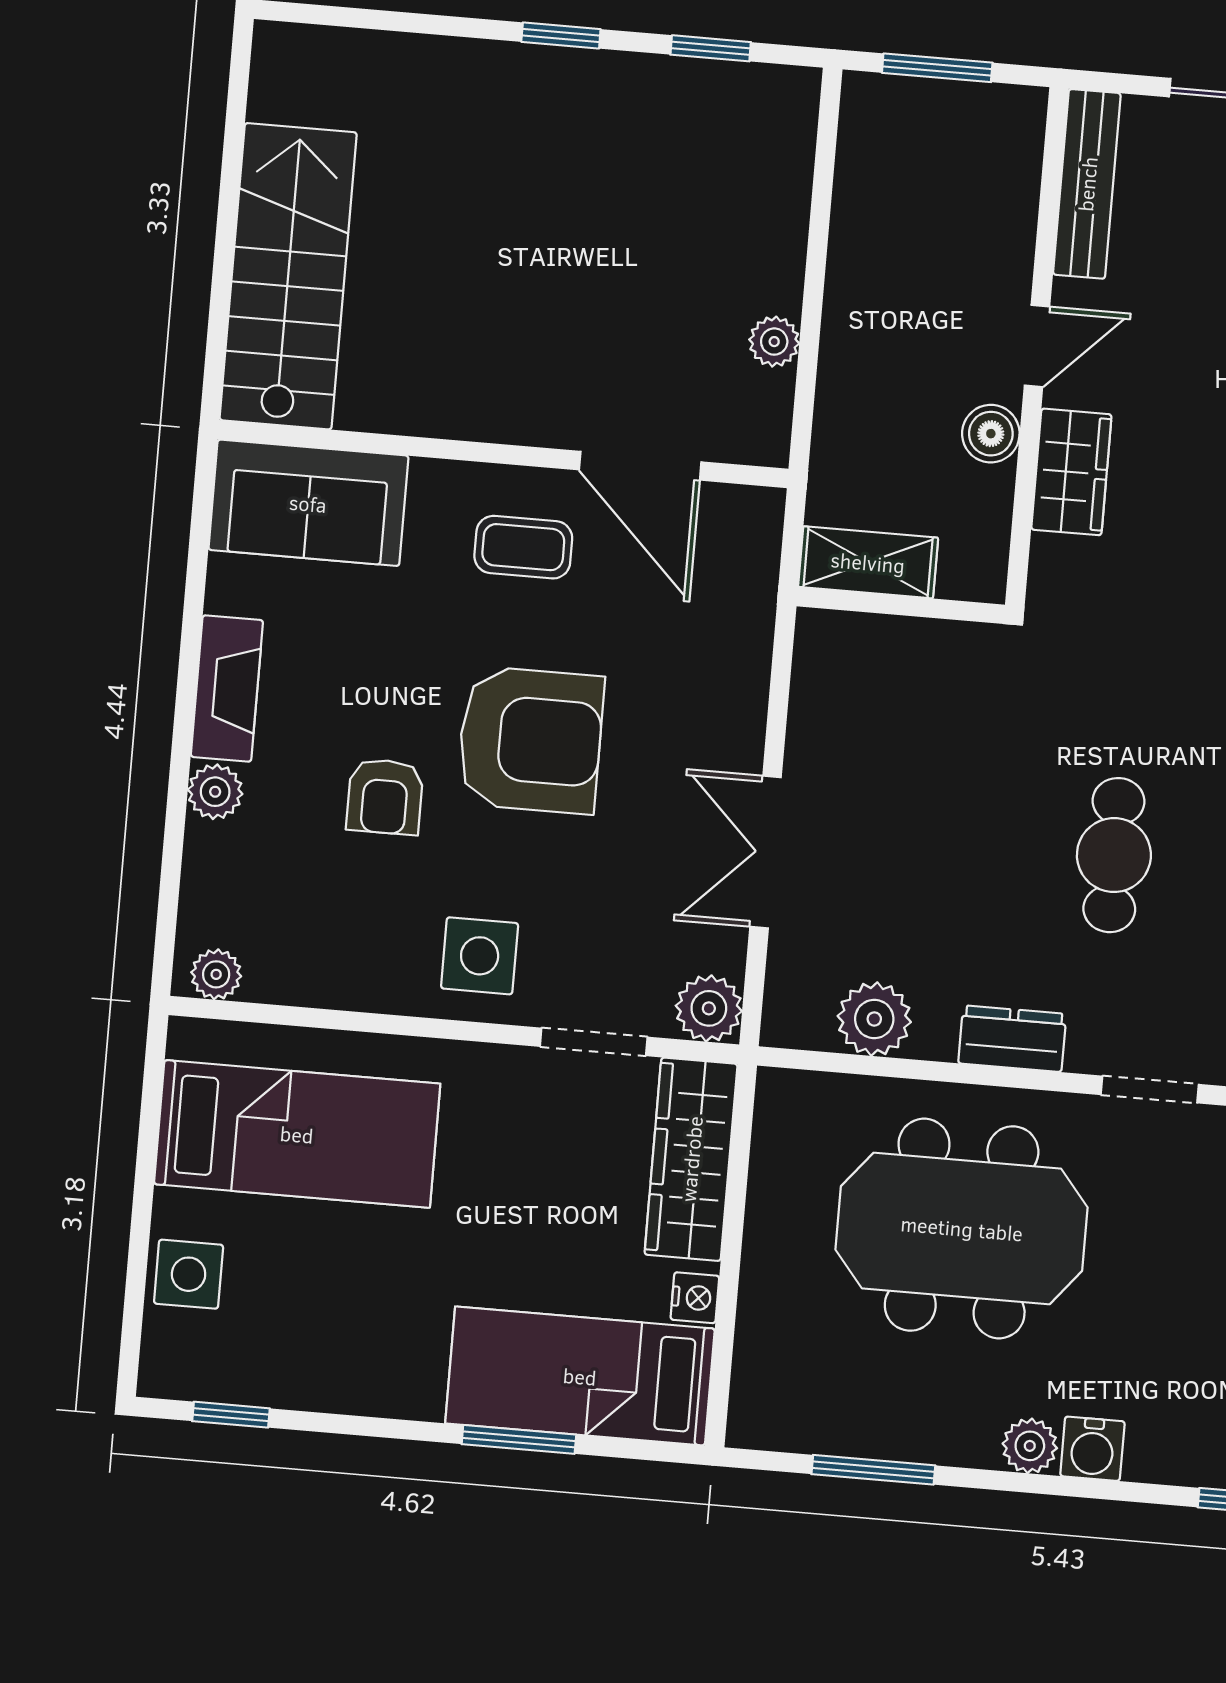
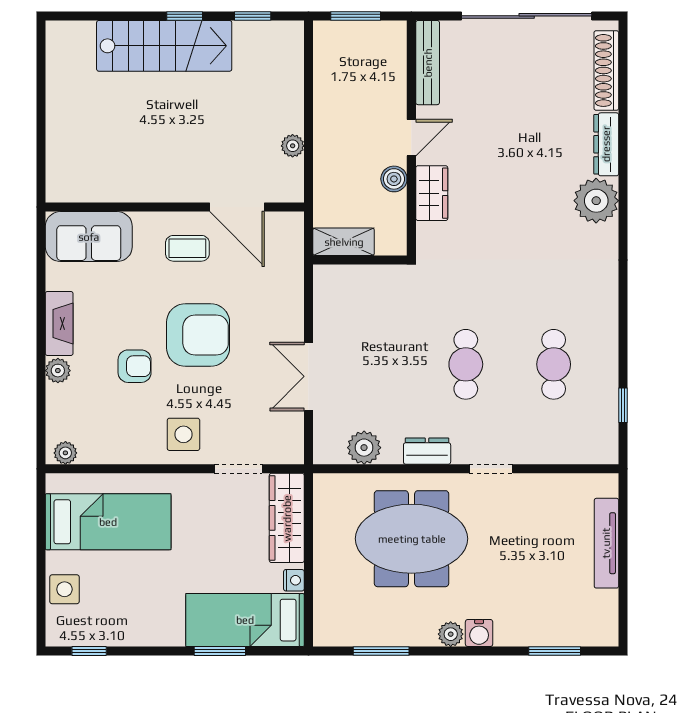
stairs: (288, 276) -> (164, 46), moved, turned 90
armchair: (385, 797) -> (135, 366), turned -90
plant: (709, 1008) -> (289, 449), removed

